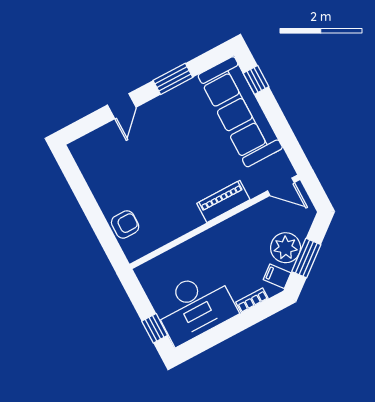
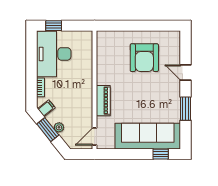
armchair: (125, 224) -> (144, 58), moved, width x1.88, depth x1.88
plant: (286, 248) -> (59, 127), width x0.53, depth x0.53

